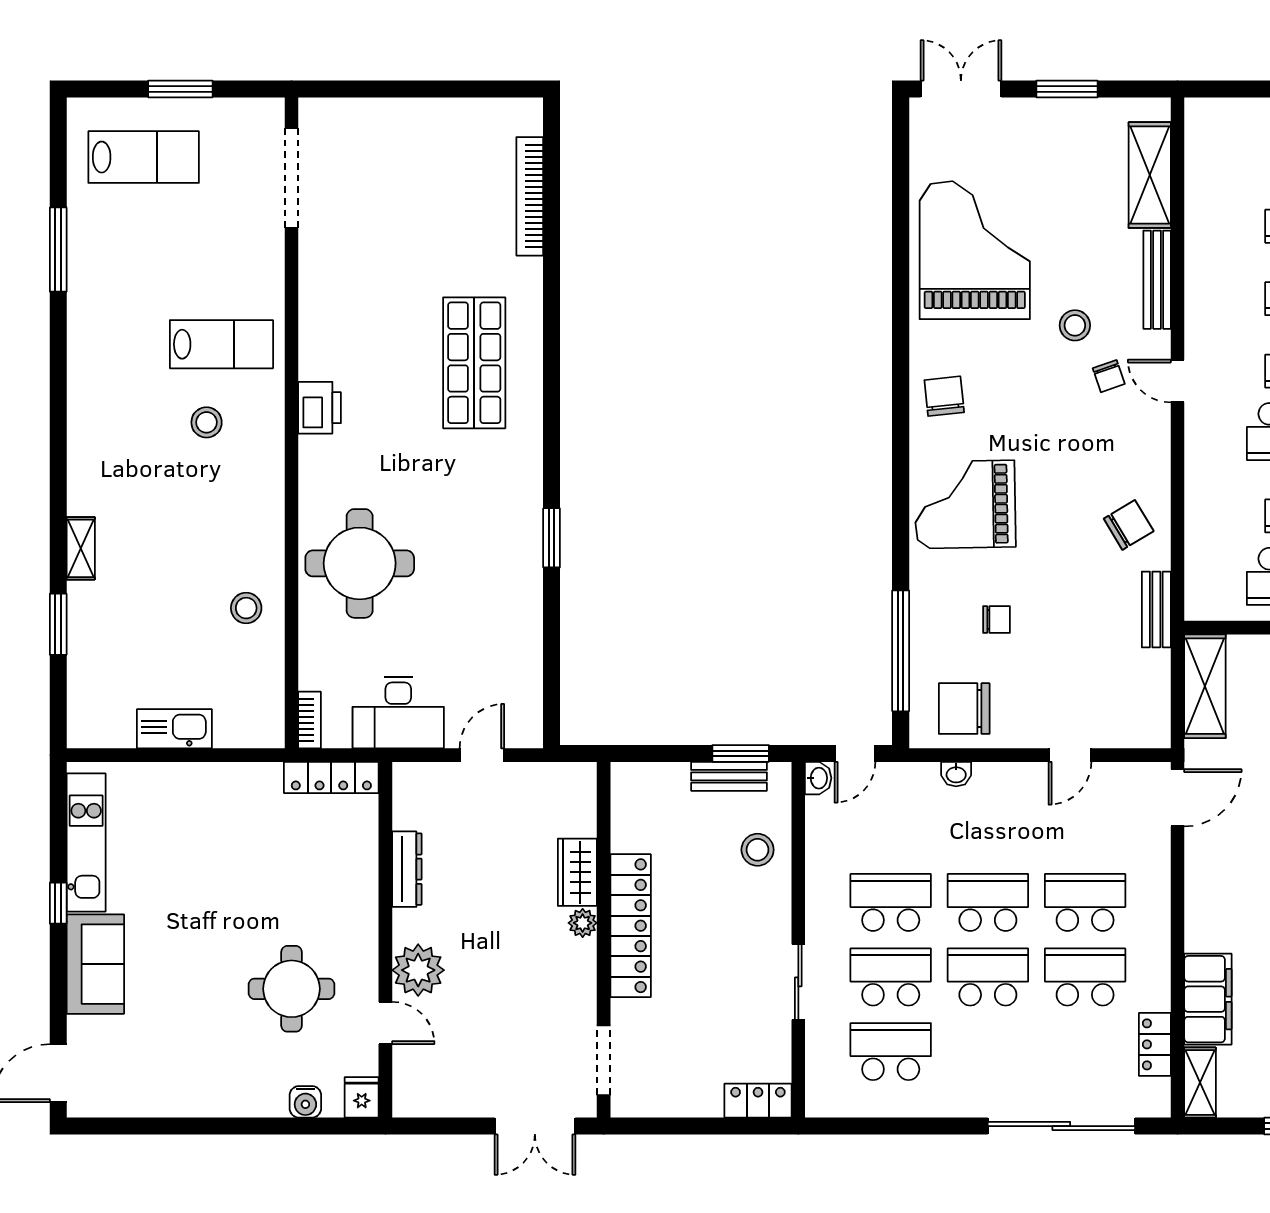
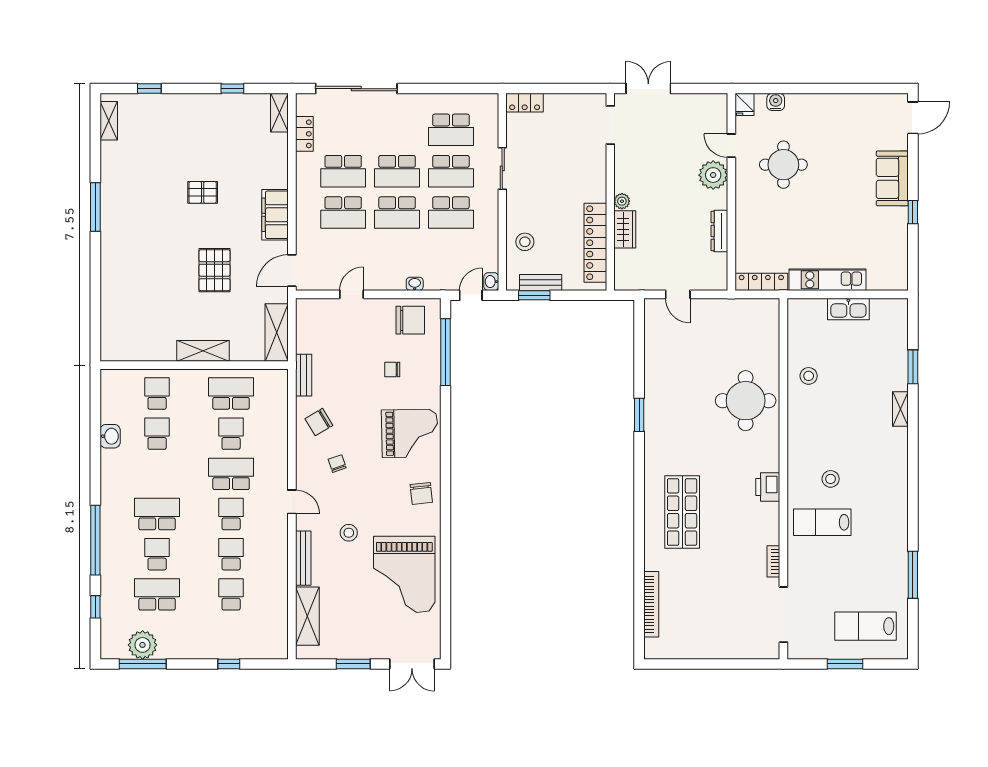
chair: (1109, 376) -> (337, 464), moved
desk: (398, 713) -> (724, 318), removed
bookcase: (310, 720) -> (773, 561), moved
door: (482, 755) -> (678, 294), hinge flipped
kitchen unit: (86, 843) -> (827, 280), moved, turned 90
locker: (631, 926) -> (595, 243), moved
filing cabinet: (1208, 999) -> (275, 215), moved

